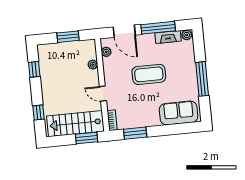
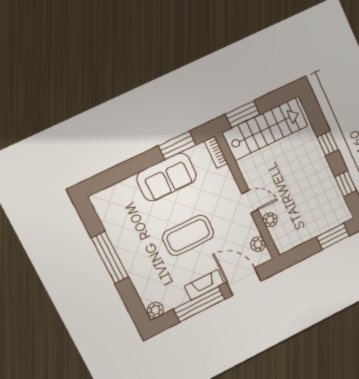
window: (68, 37) -> (333, 236), moved
fireplace: (168, 37) -> (204, 285), moved
door: (103, 94) -> (250, 202), moved
window: (39, 113) -> (328, 143), moved
sofa: (179, 113) -> (167, 177), moved

